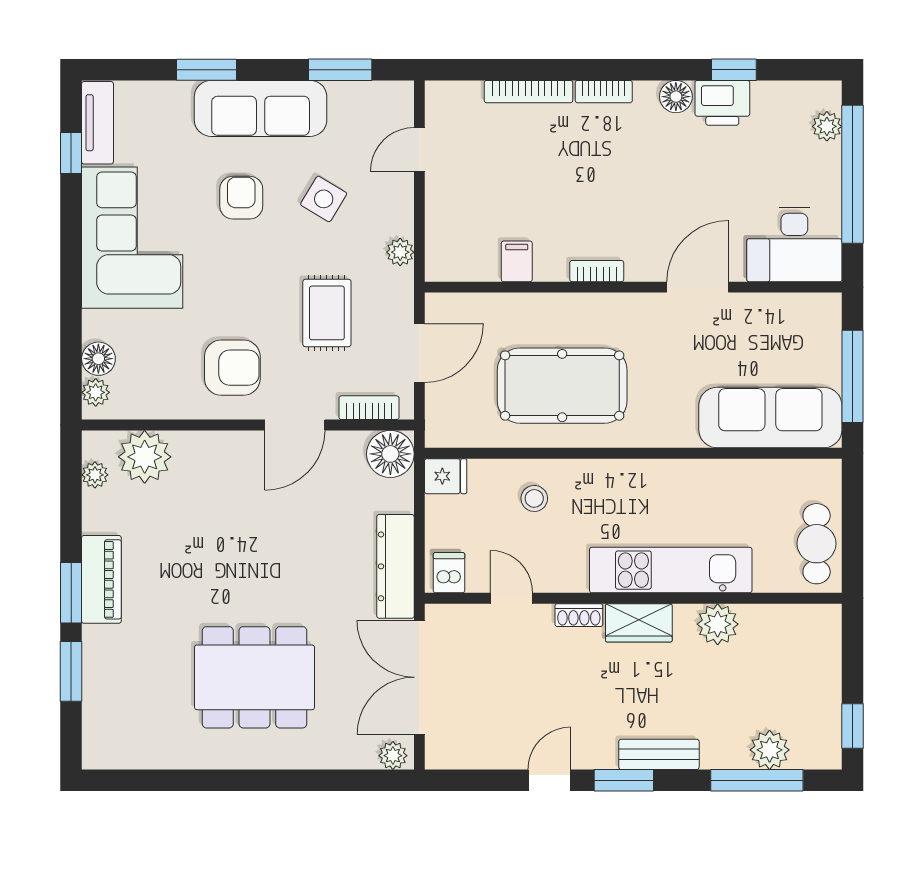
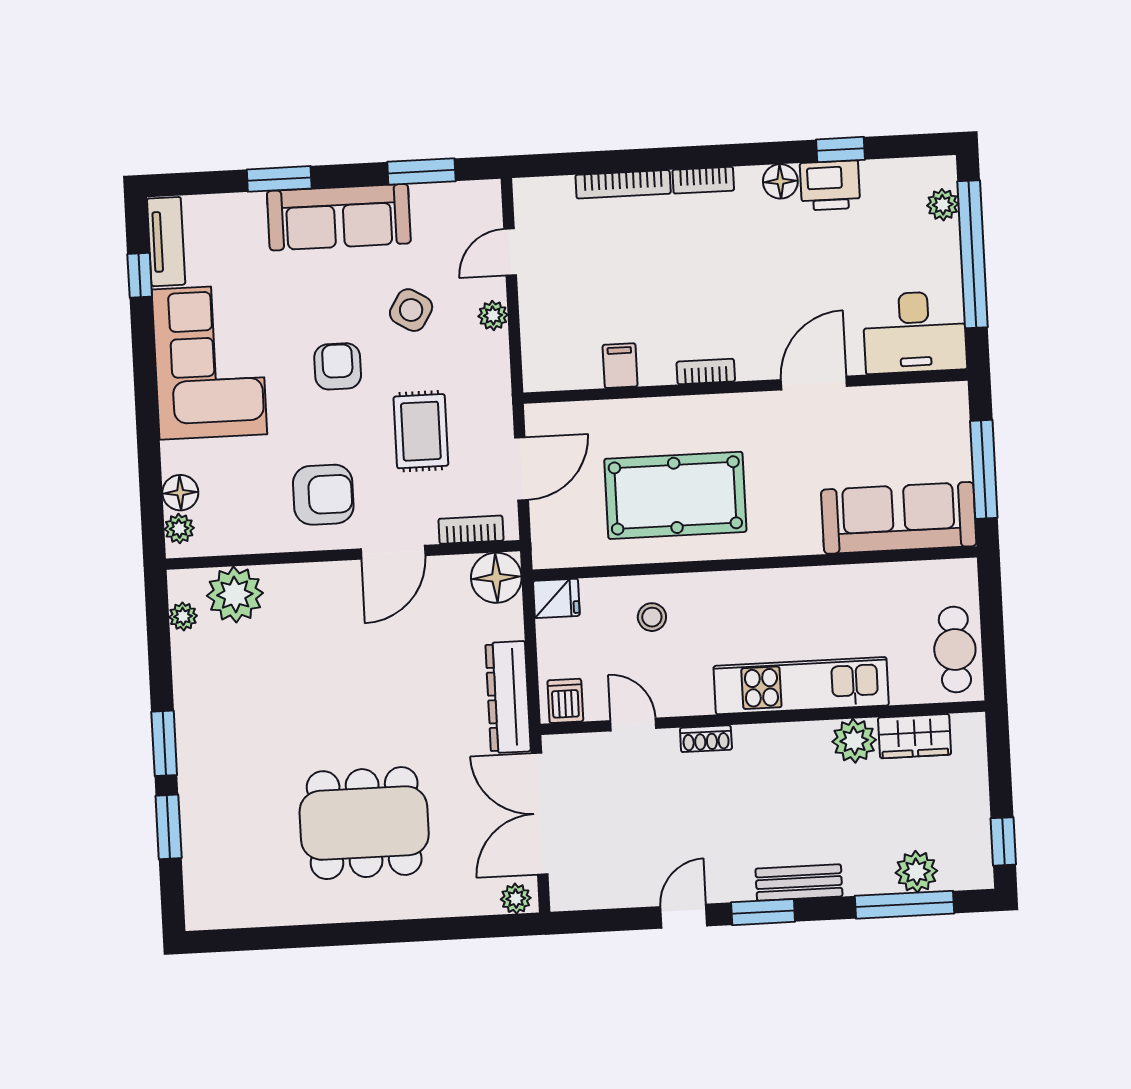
armchair: (241, 198) -> (338, 366), moved
plant: (400, 252) -> (493, 315), moved
piano: (101, 579) -> (196, 727), removed
wardrobe: (639, 623) -> (915, 736), moved

